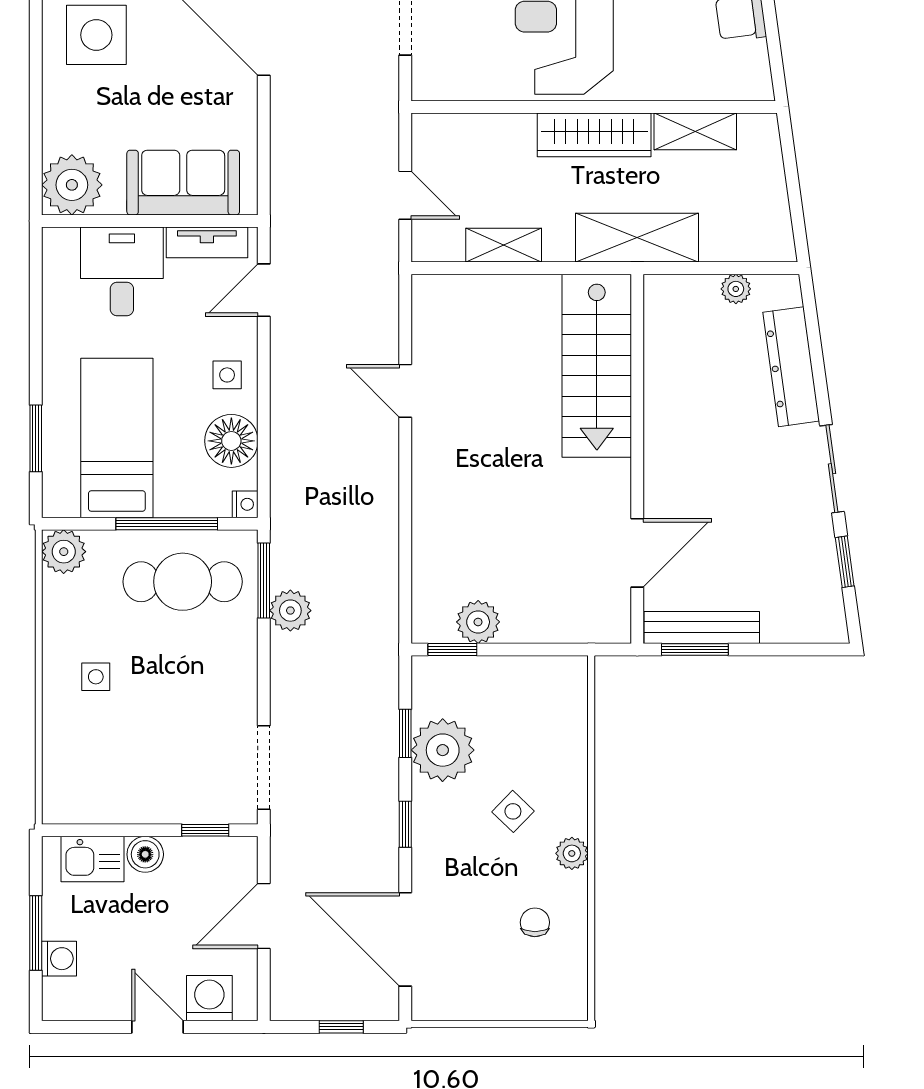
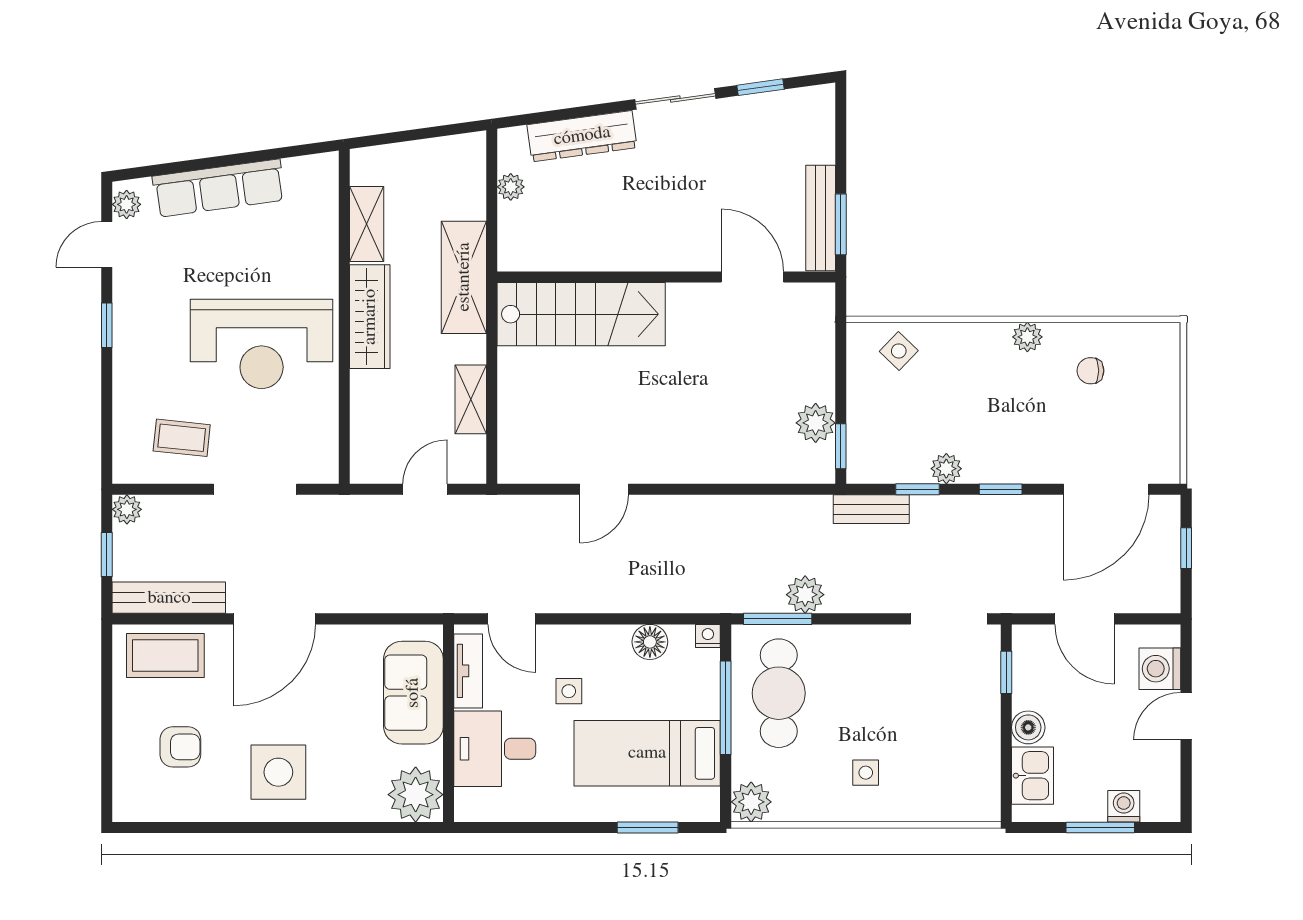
side table: (227, 375) -> (569, 691), moved
floor lamp: (231, 441) -> (650, 642), width x0.73, depth x0.73
bench: (384, 683) -> (871, 509), added
plant: (443, 750) -> (946, 469), width x0.53, depth x0.53
side table: (513, 811) -> (899, 351), moved

